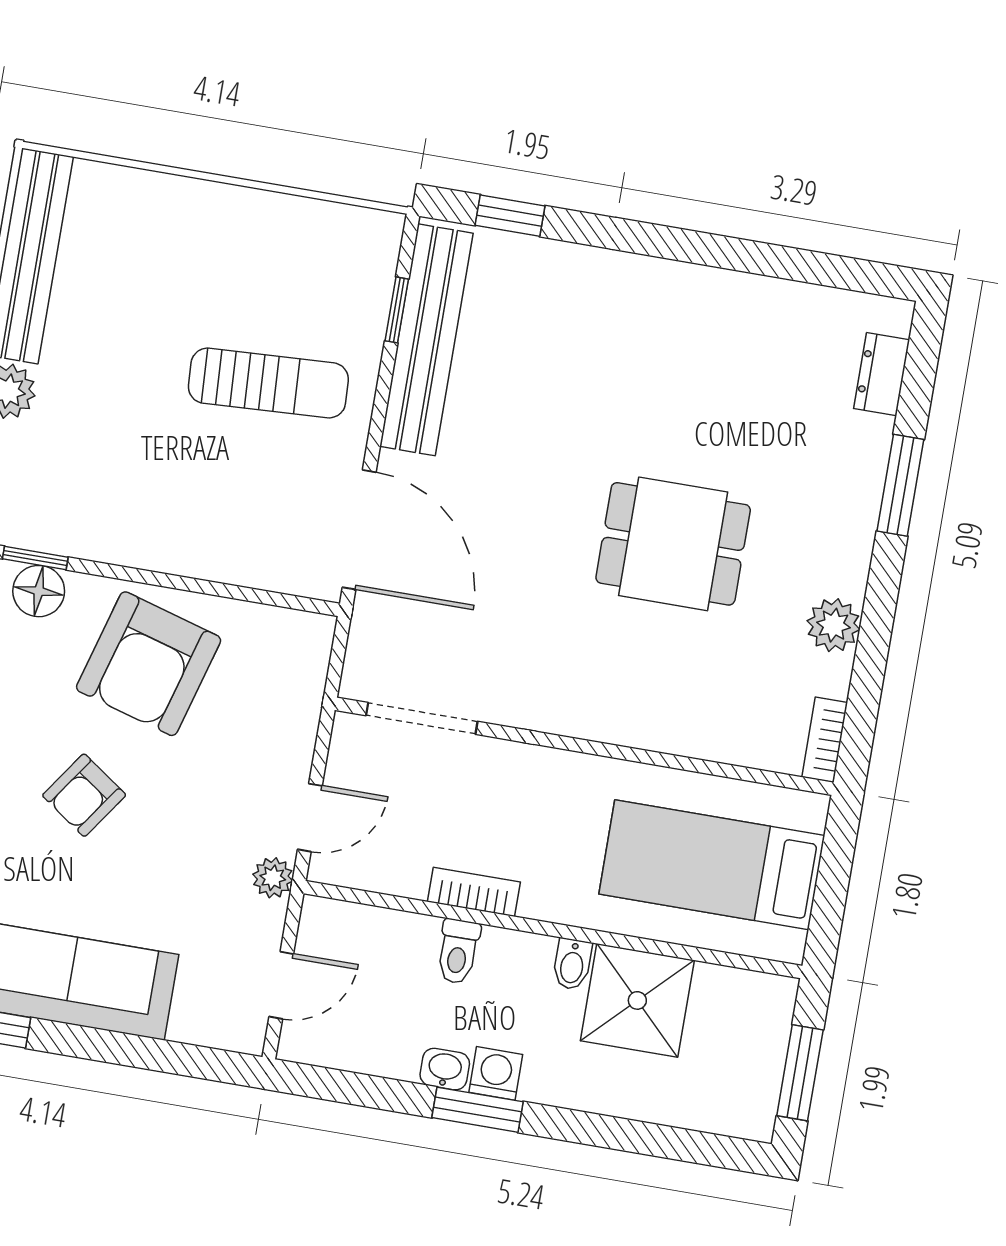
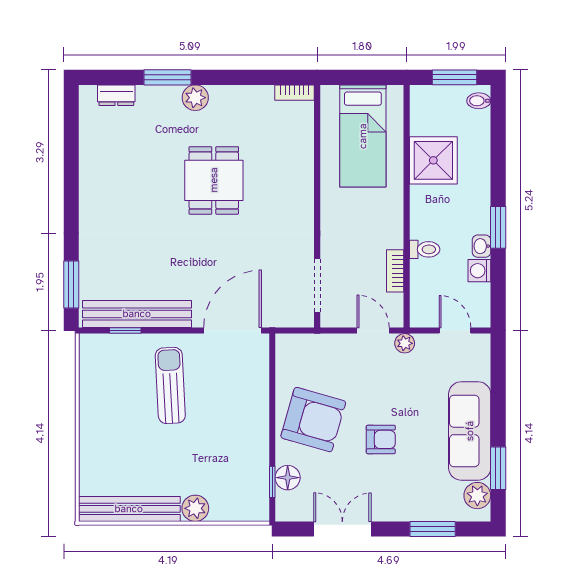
window: (510, 216) -> (71, 284), width x1.50
plant: (834, 625) -> (195, 98), moved
armchair: (84, 795) -> (381, 439), turned -35
bookcase: (474, 892) -> (395, 271), moved
bidet: (572, 964) -> (479, 101), moved, turned 180
washing machine: (496, 1073) -> (479, 271), moved

